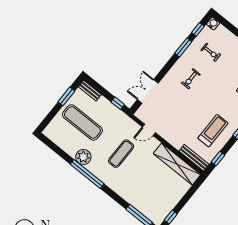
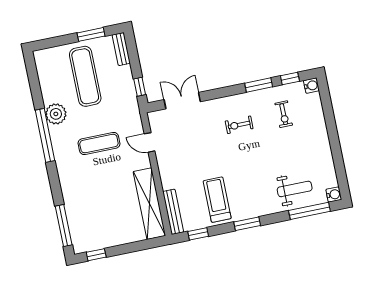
treadmill: (213, 131) -> (217, 200), turned -90

